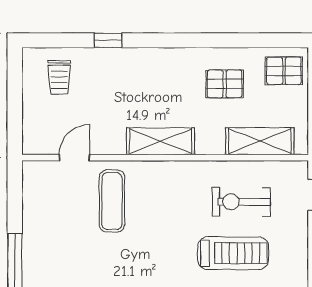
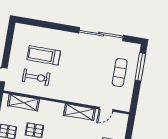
shelving: (160, 141) -> (79, 112), moved
exercise mat: (112, 201) -> (120, 72), moved

